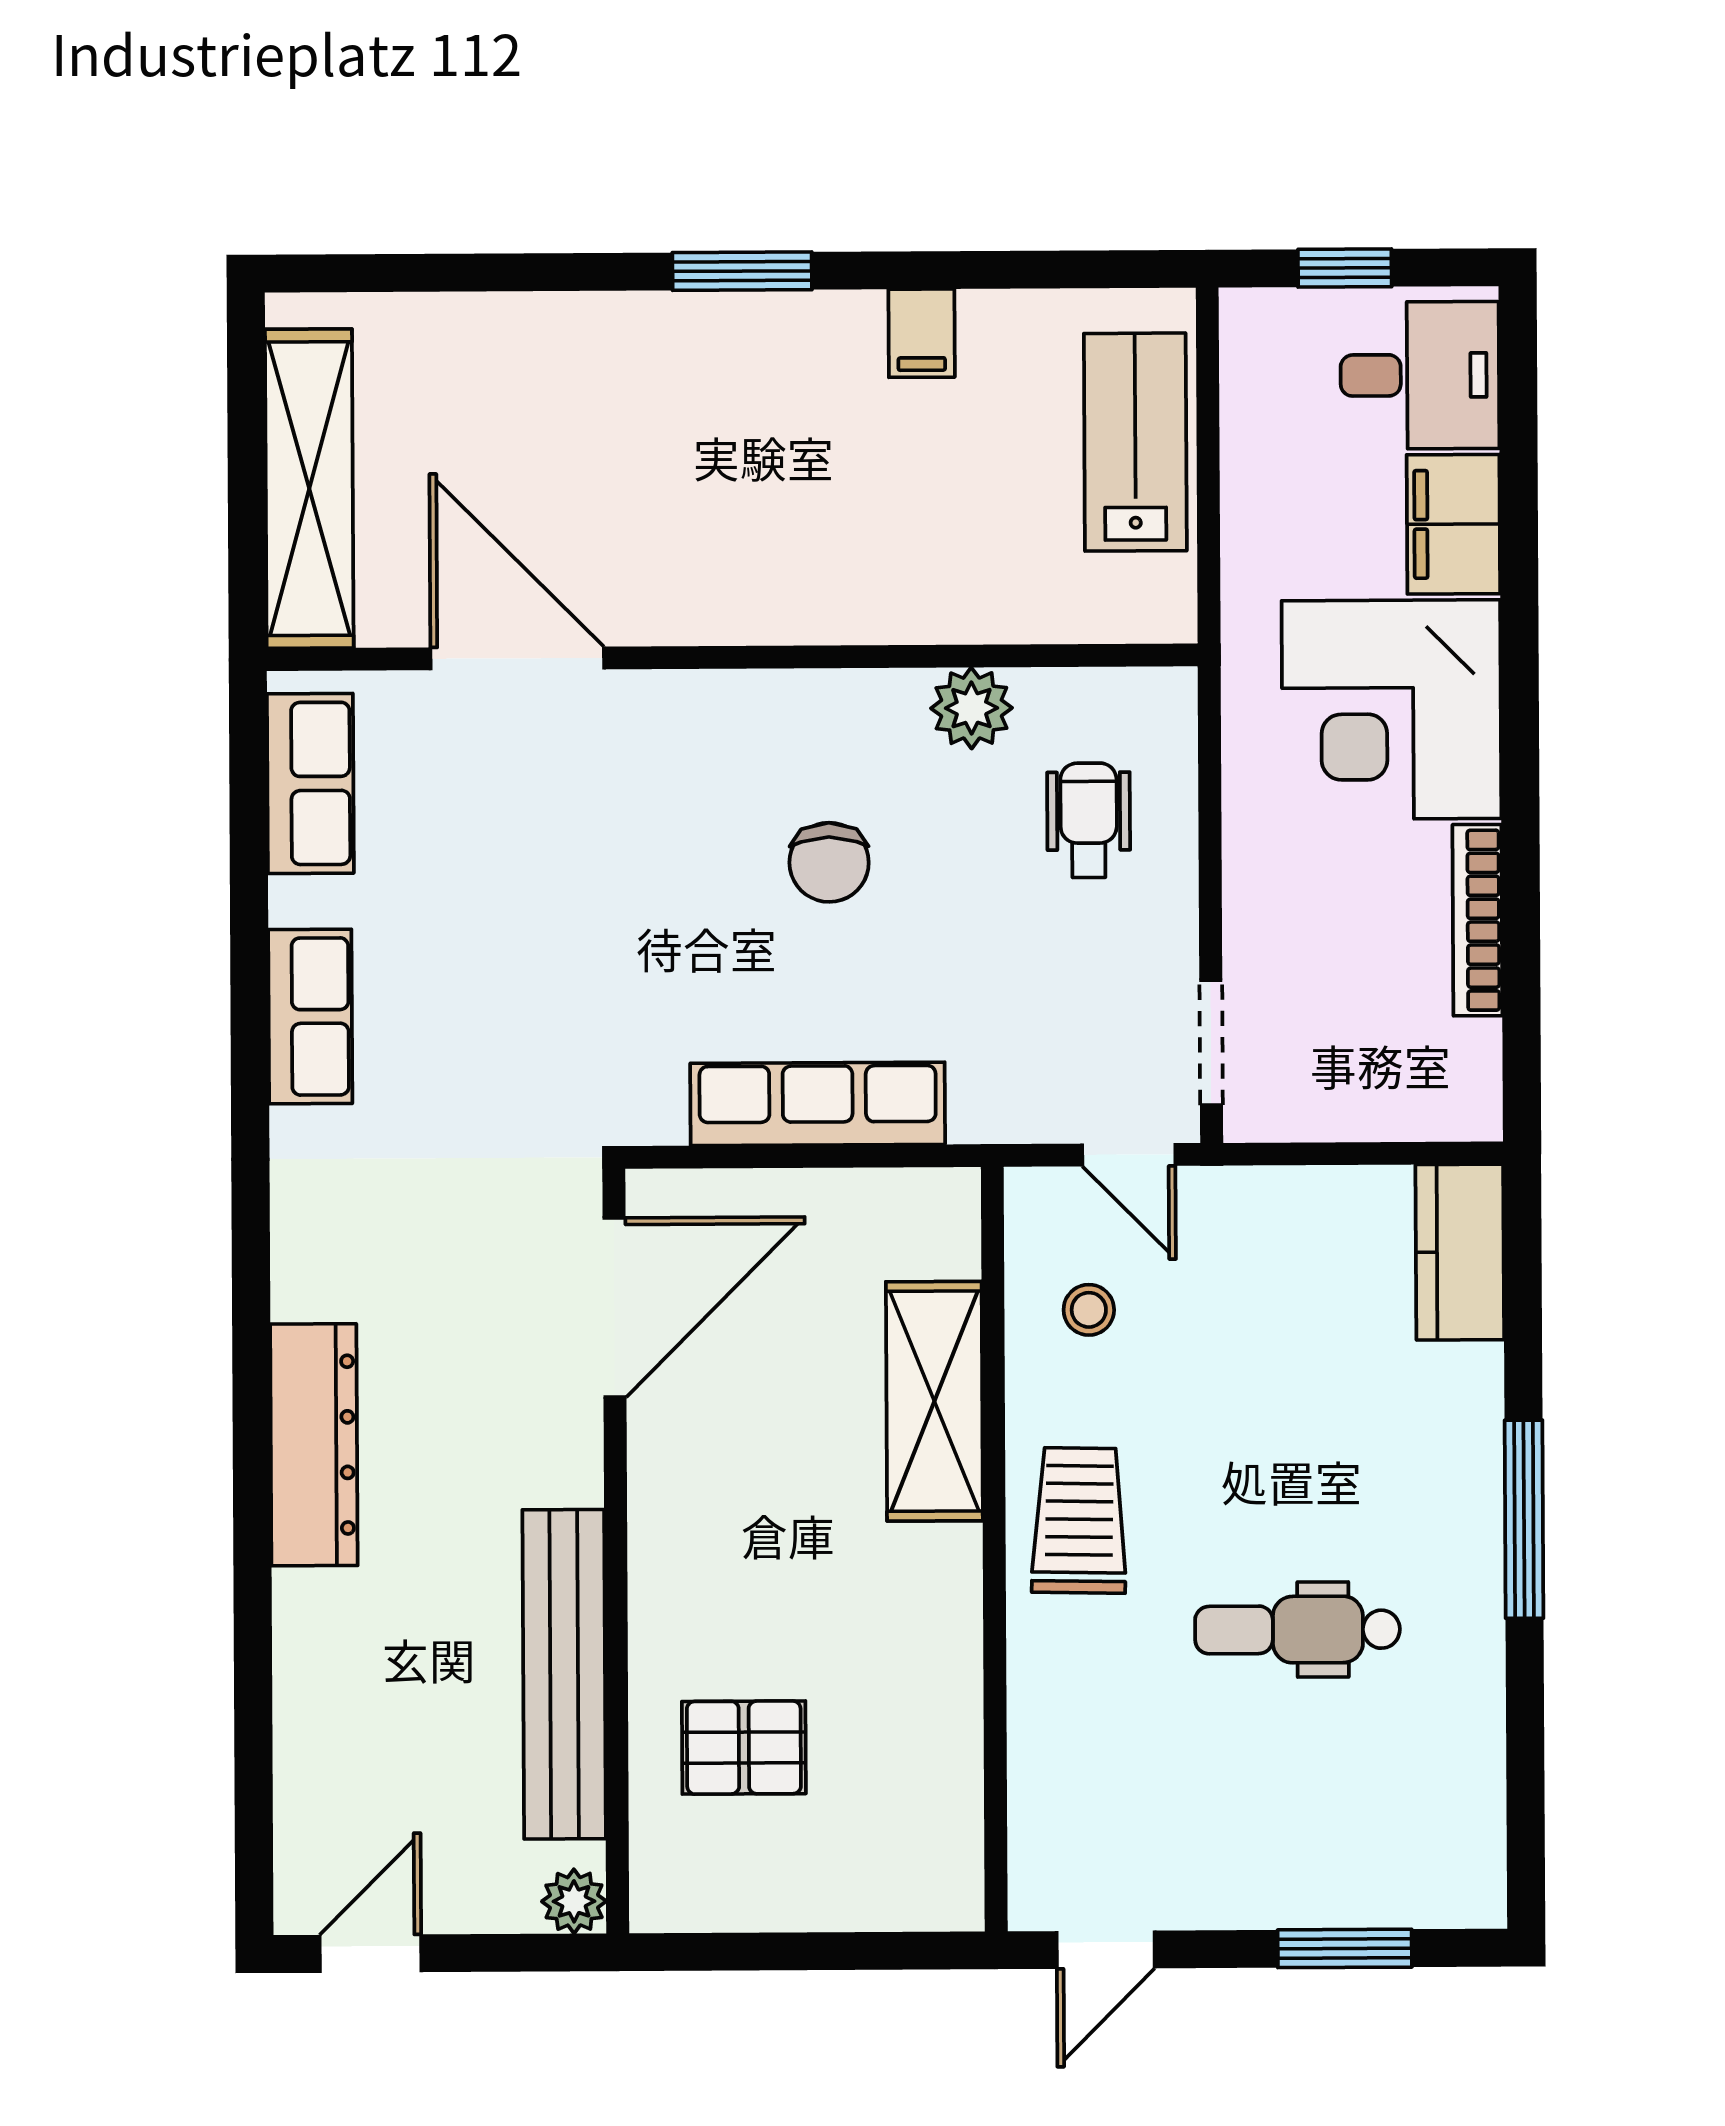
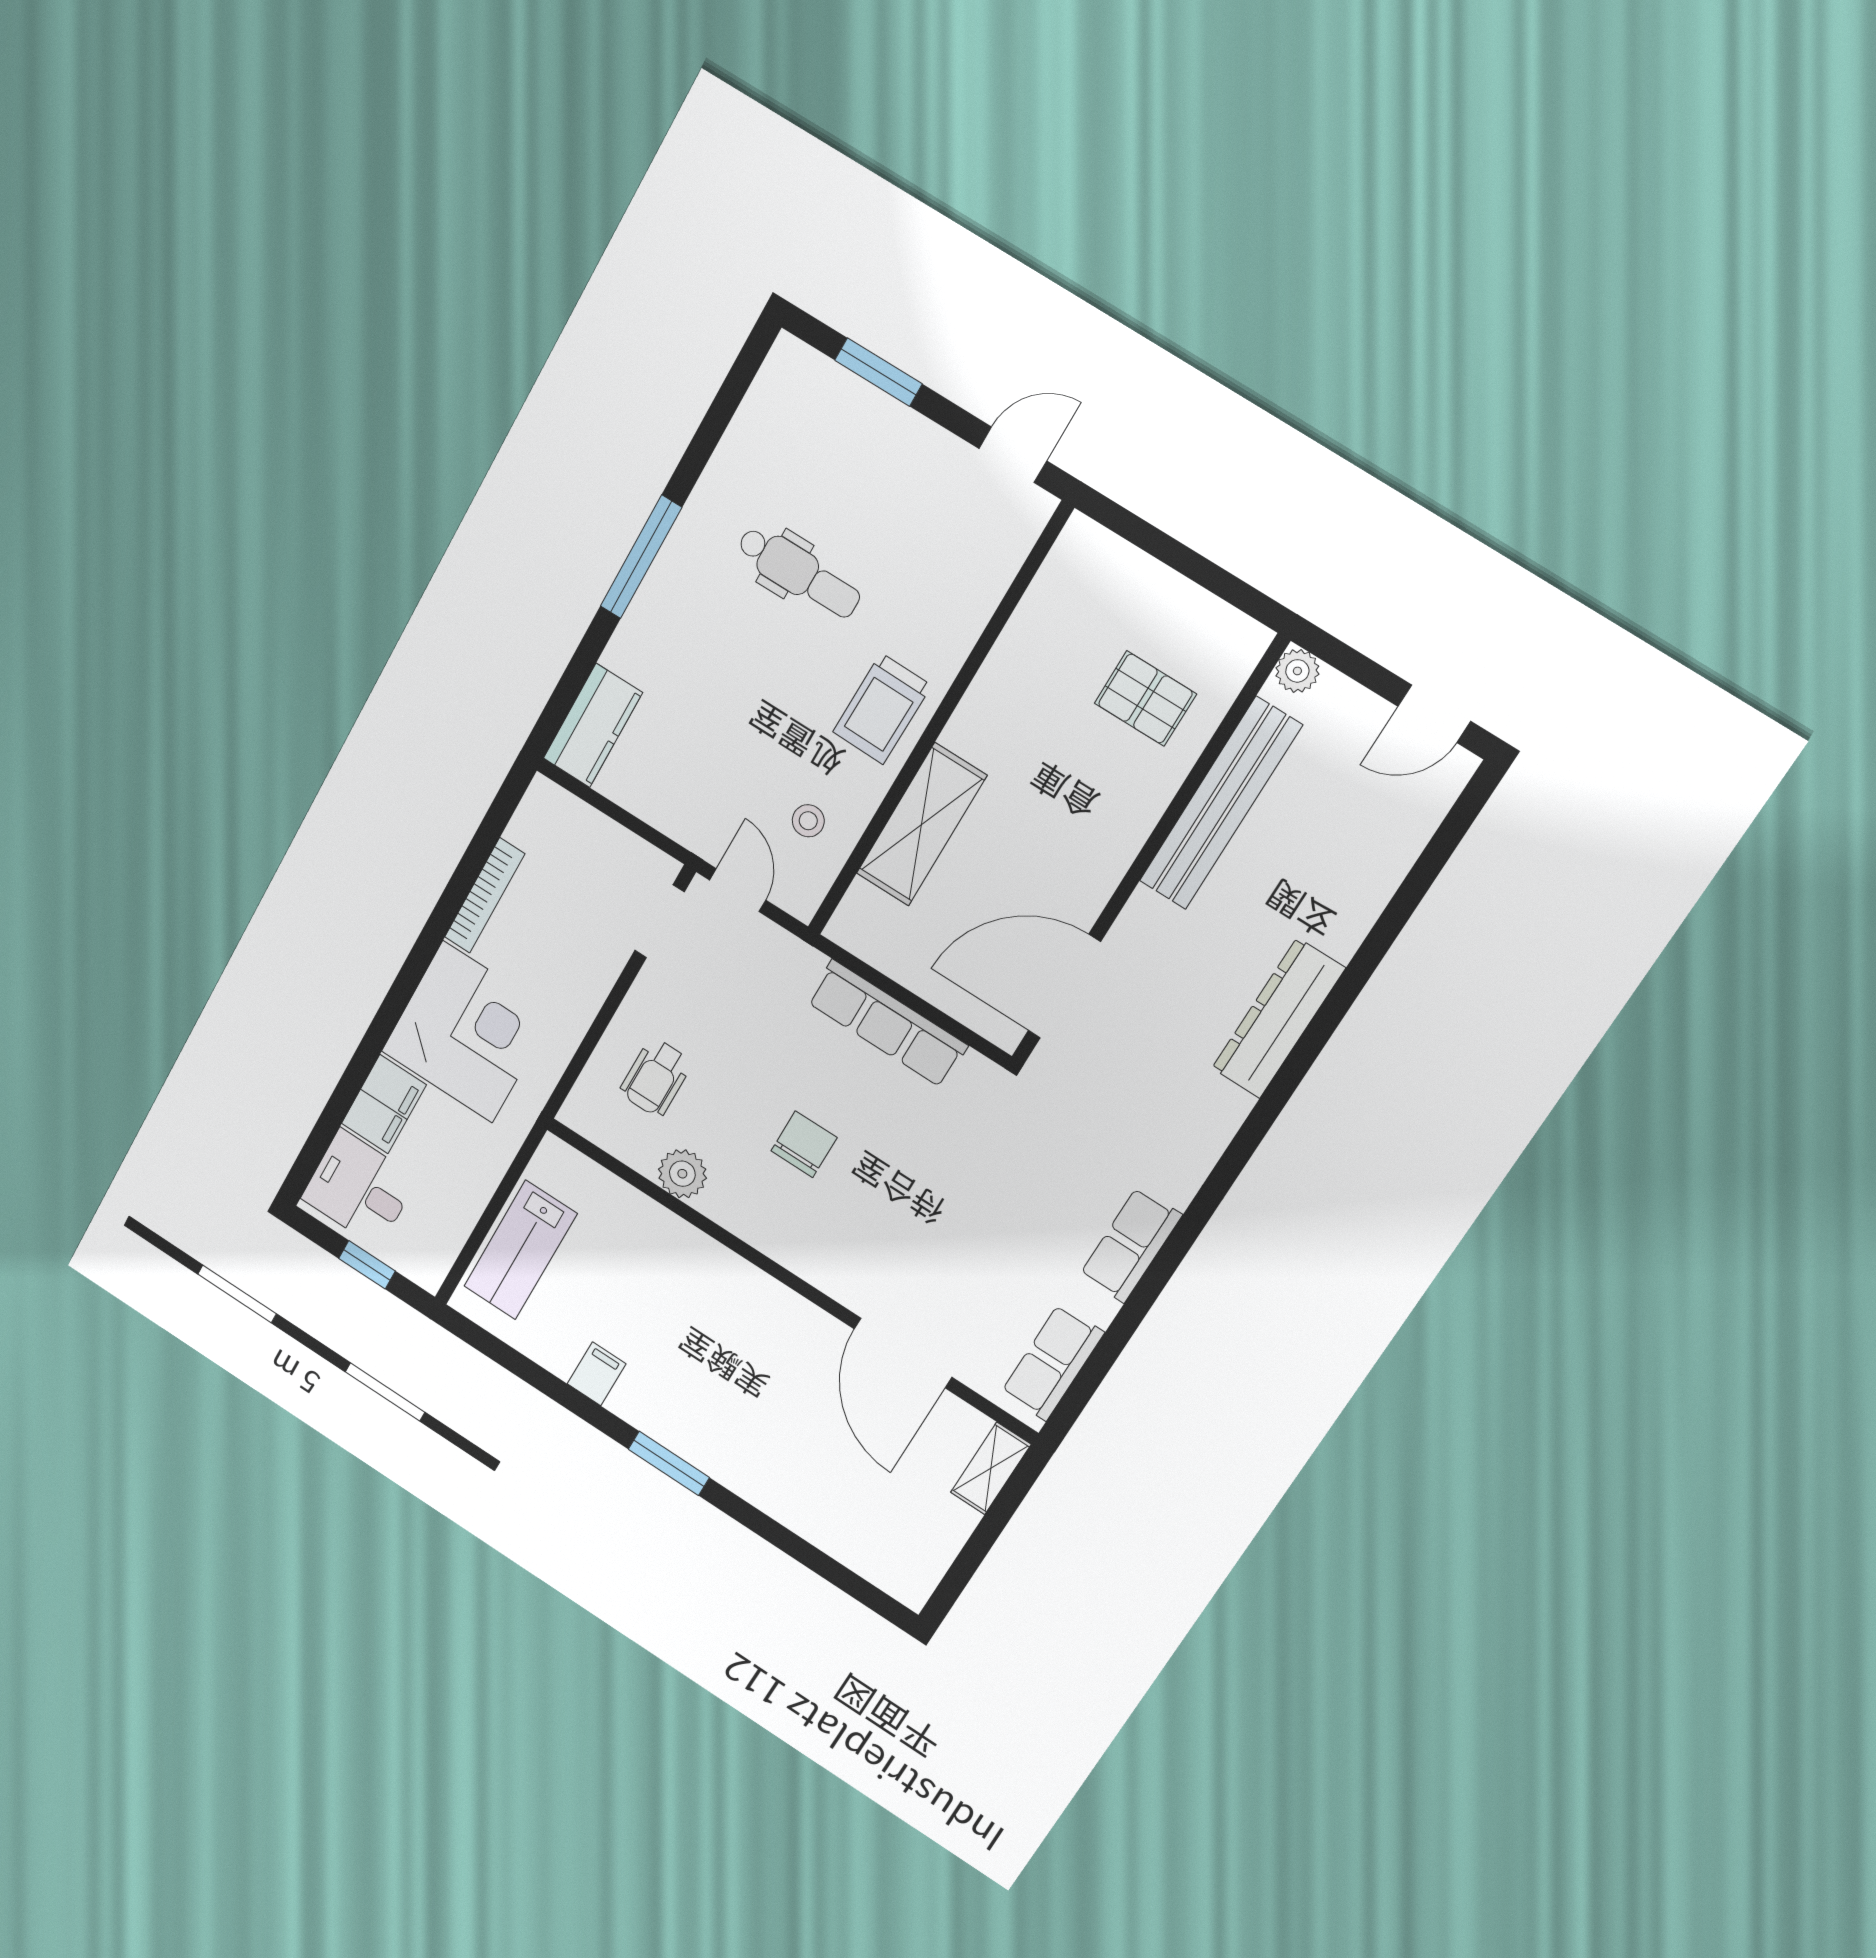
shelving: (309, 489) -> (991, 1468), width x0.45, depth x0.75

